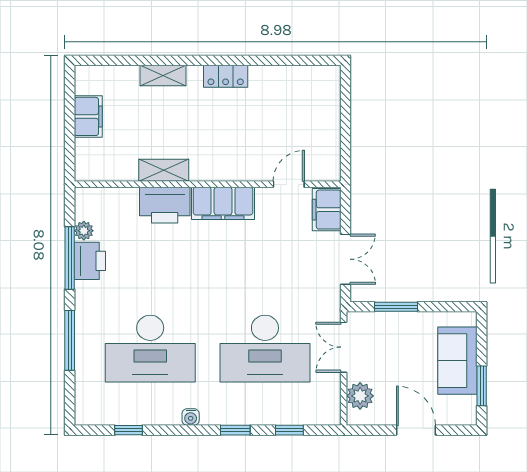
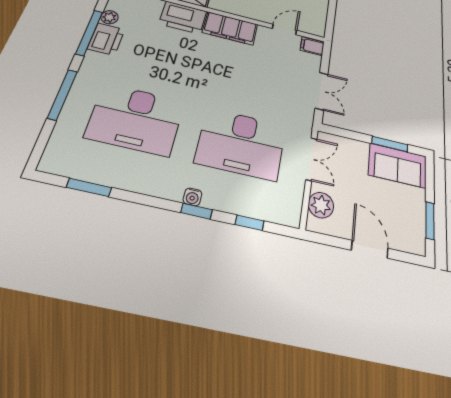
filing cabinet: (327, 210) -> (312, 46), width x0.50
window: (396, 307) -> (390, 144), moved
double door: (344, 347) -> (311, 159), swing flipped
sofa: (457, 361) -> (398, 166), moved, turned -90
water cooler: (191, 417) -> (192, 197), moved
window: (129, 430) -> (89, 187), width x1.50

